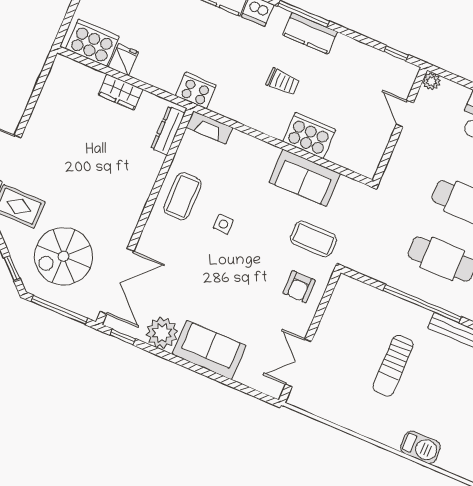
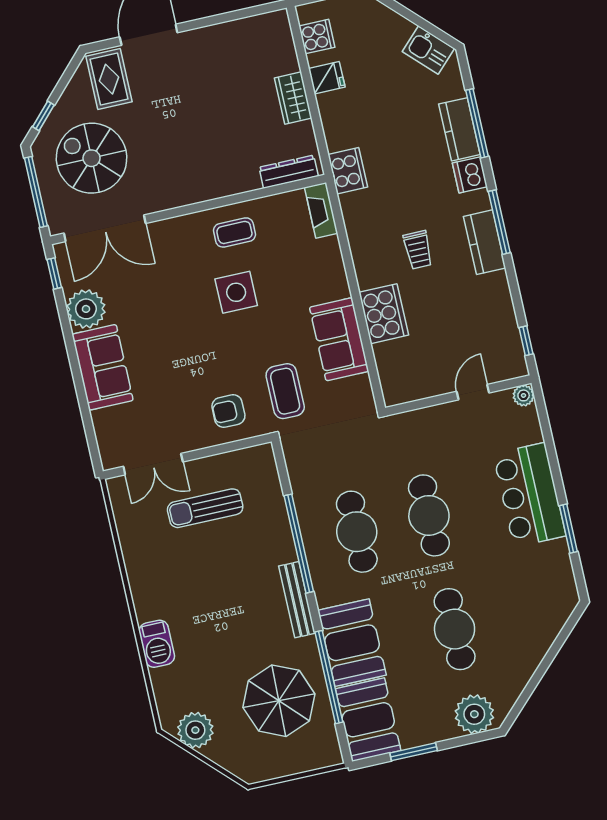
cooker: (93, 43) -> (317, 37), width x0.53, depth x0.76
coffee table: (182, 196) -> (234, 232), width x0.73, depth x0.77
side table: (223, 224) -> (236, 292), width x1.87, depth x1.87
double door: (298, 363) -> (153, 464), swing flipped
sun lounger: (393, 366) -> (205, 508), moved

